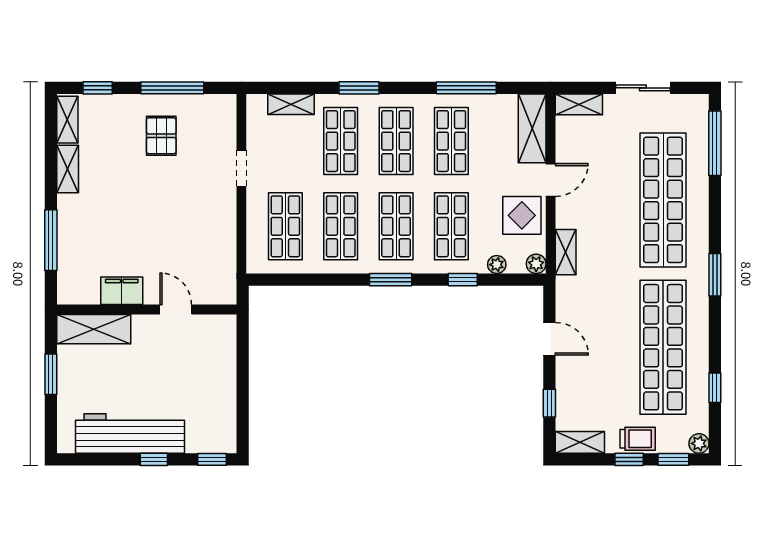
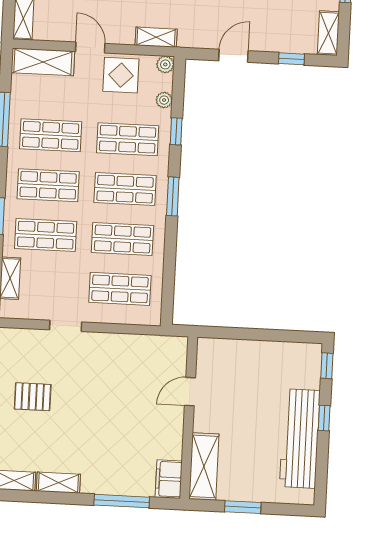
filing cabinet: (122, 291) -> (169, 479), moved

